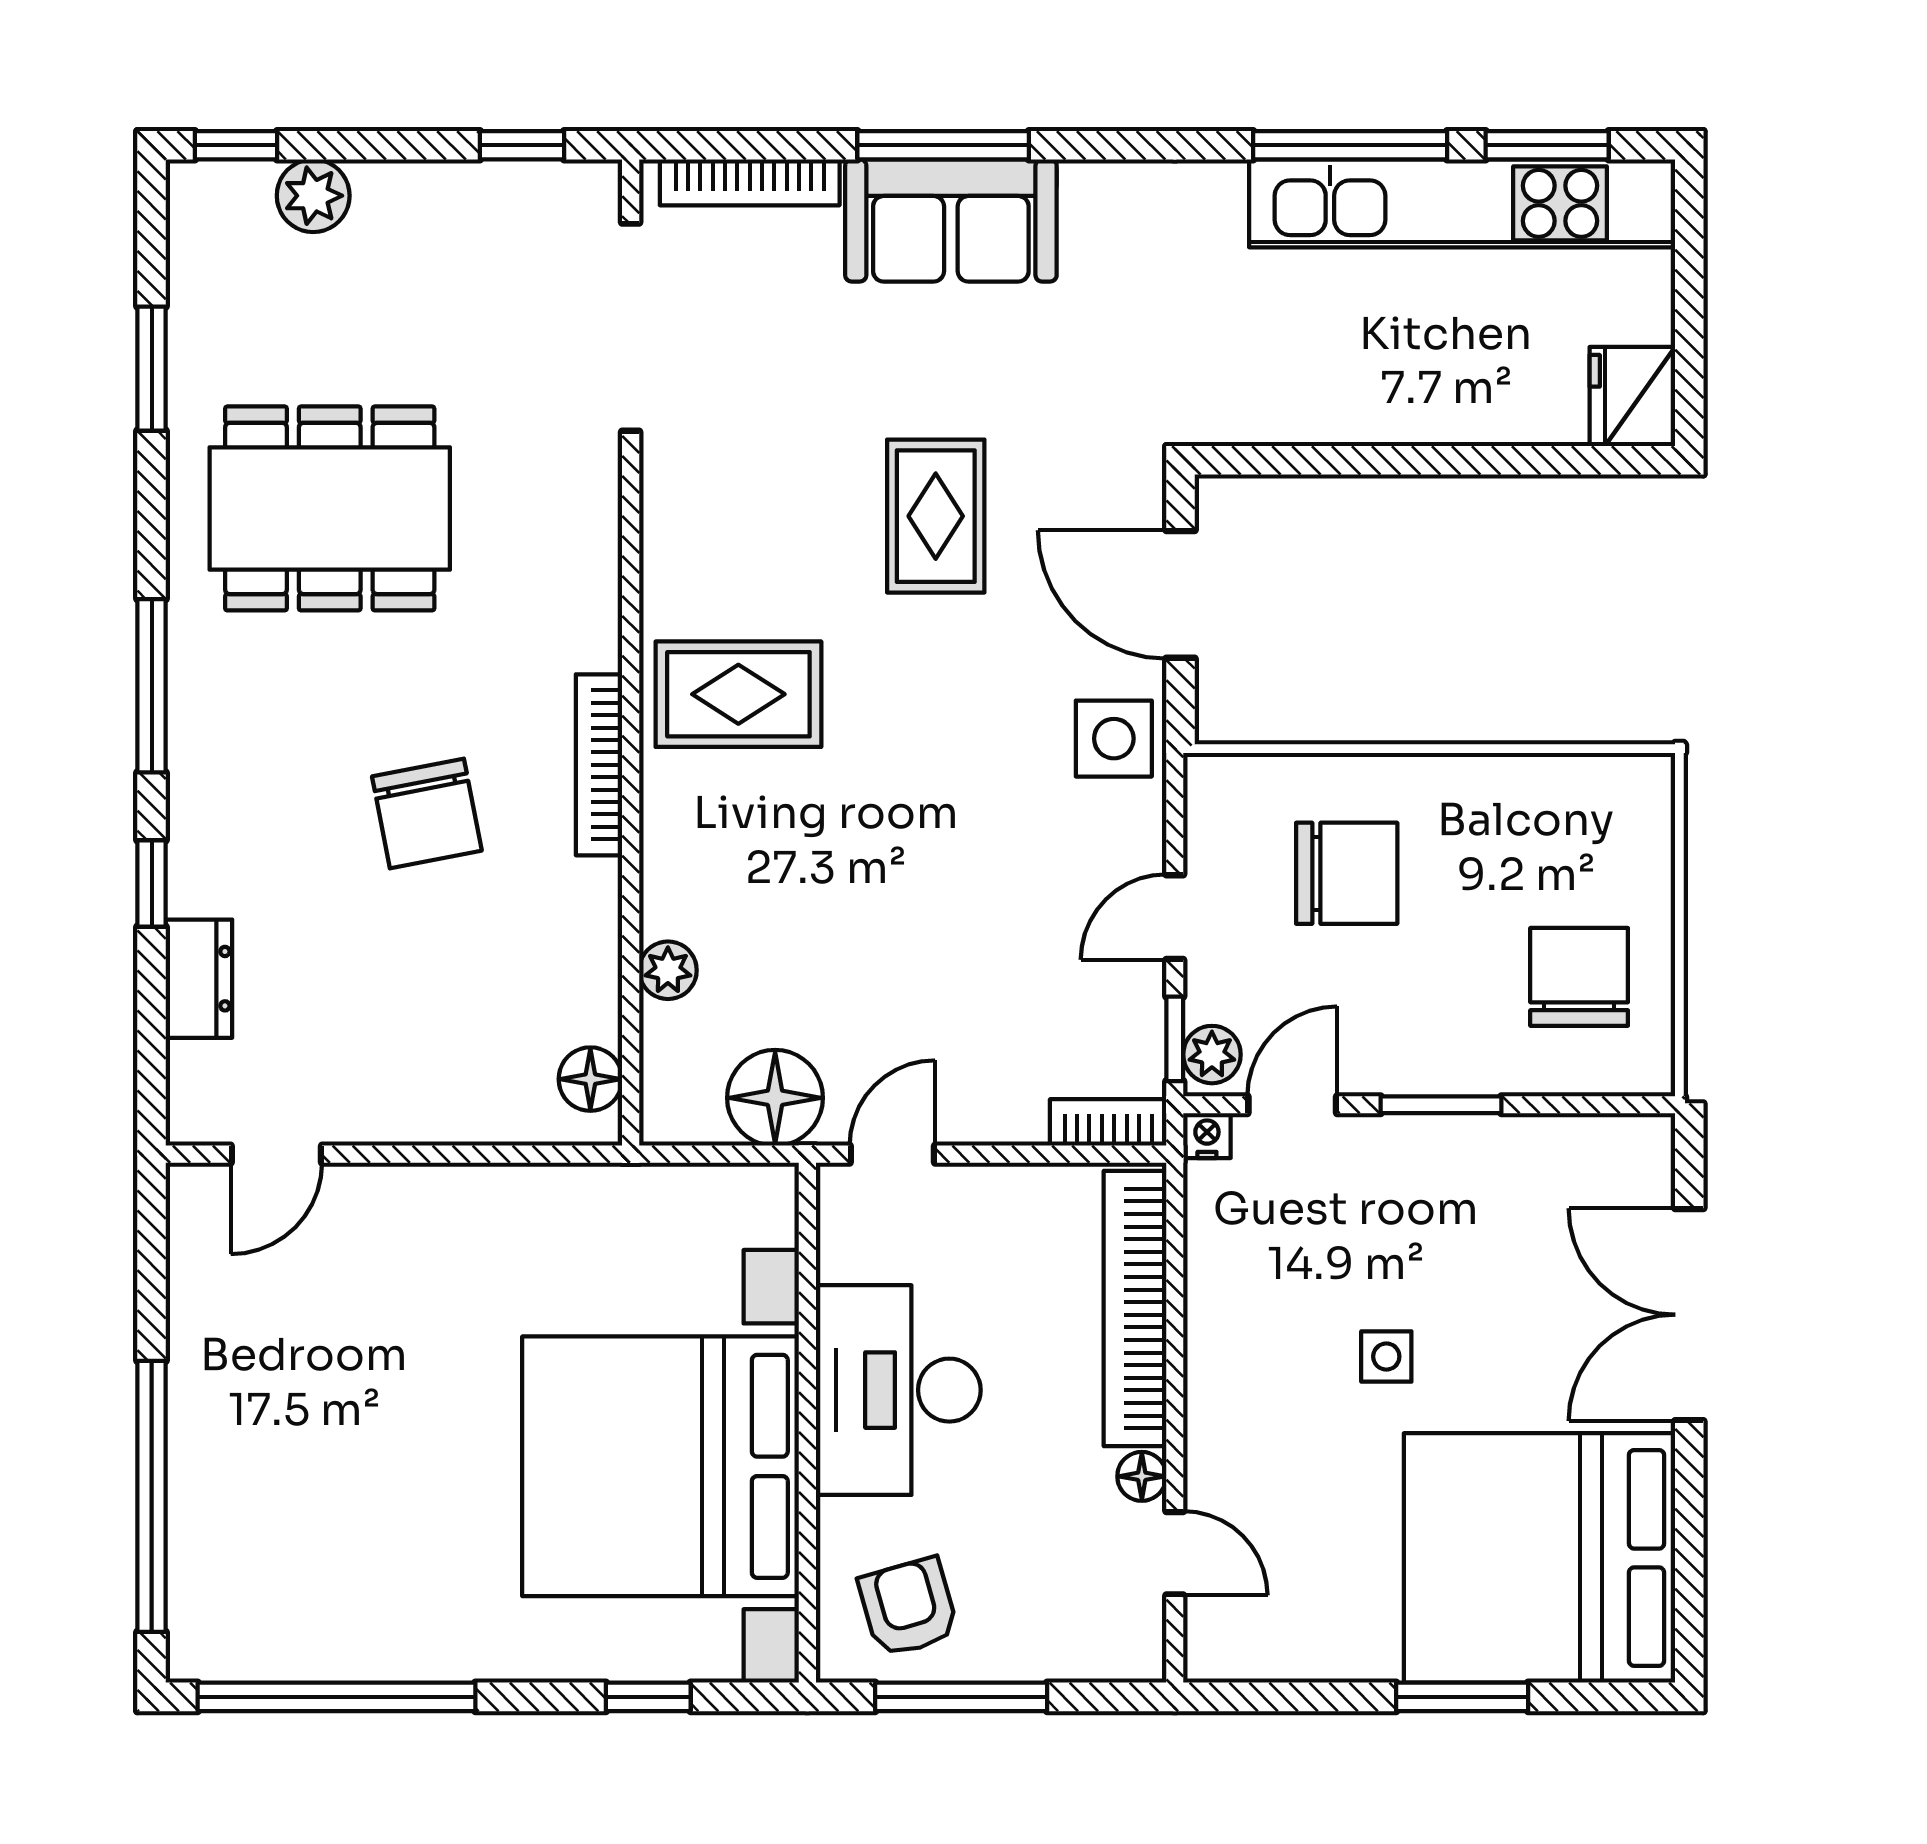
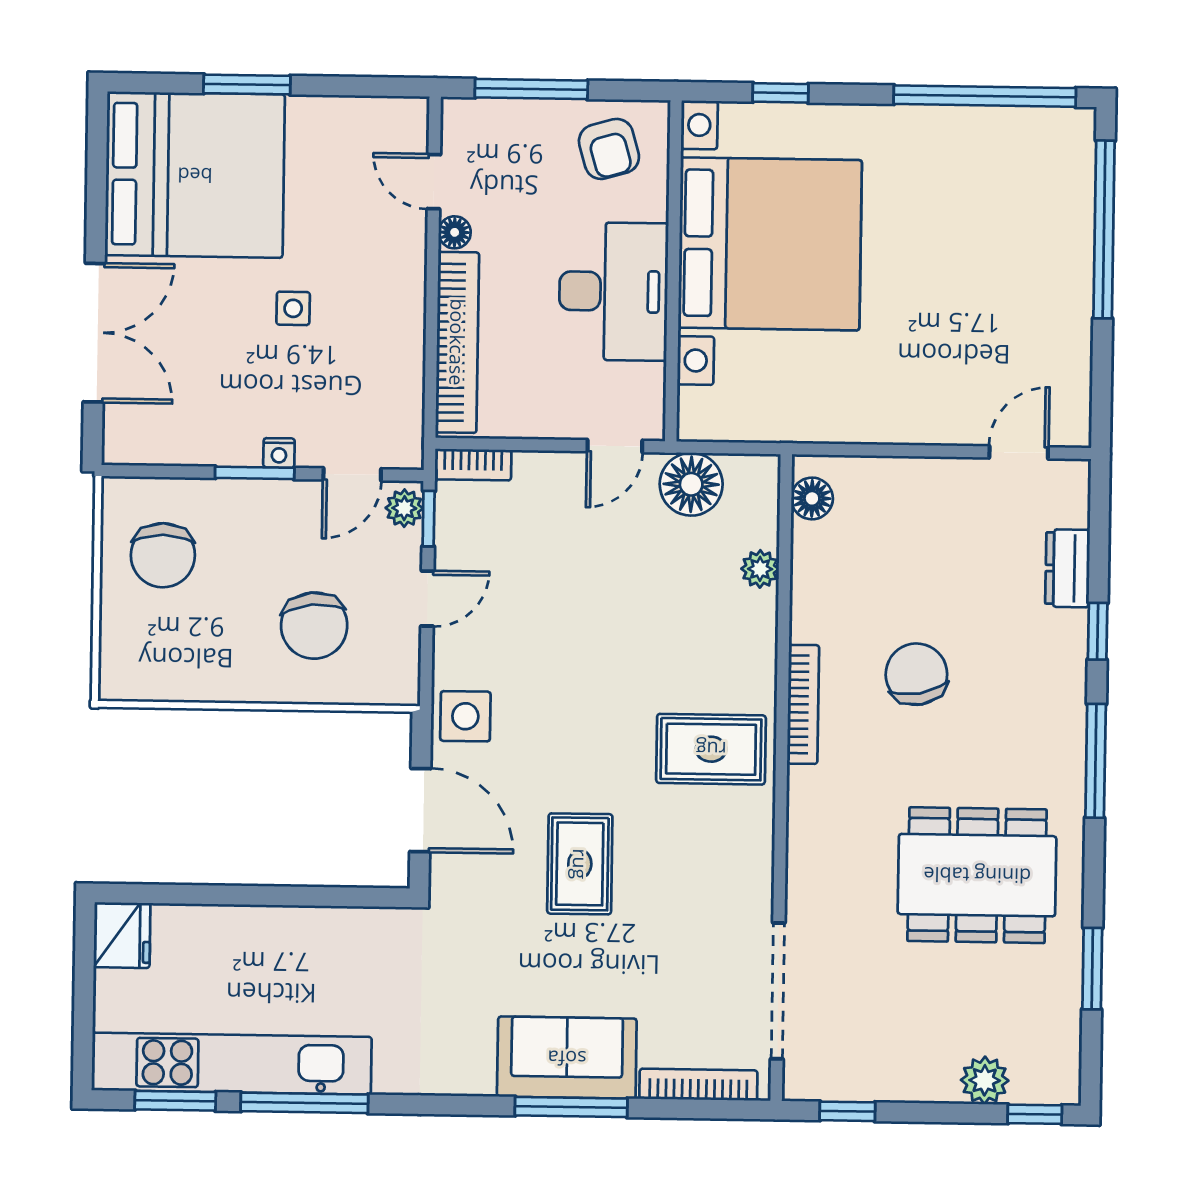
chair: (1347, 873) -> (314, 626), turned -96
nightstand: (1207, 1136) -> (279, 453), moved
window: (961, 1697) -> (531, 89), moved

